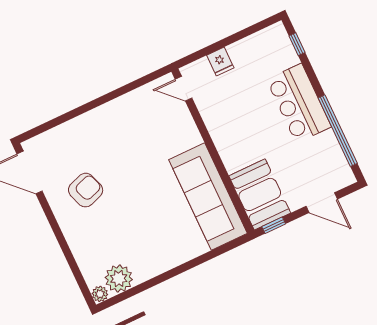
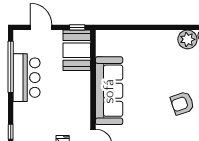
bar counter: (299, 103) -> (27, 78), moved
sofa: (208, 197) -> (109, 91), moved

